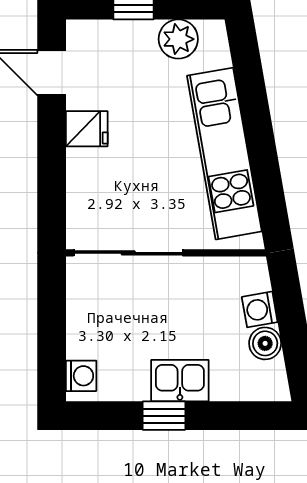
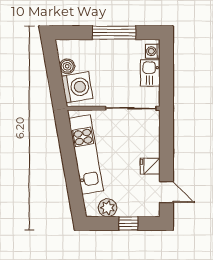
washing machine: (260, 309) -> (77, 87), width x1.89, depth x1.89
kitchen sink: (180, 381) -> (150, 73), moved, turned 90
window: (164, 416) -> (114, 33), width x2.17

